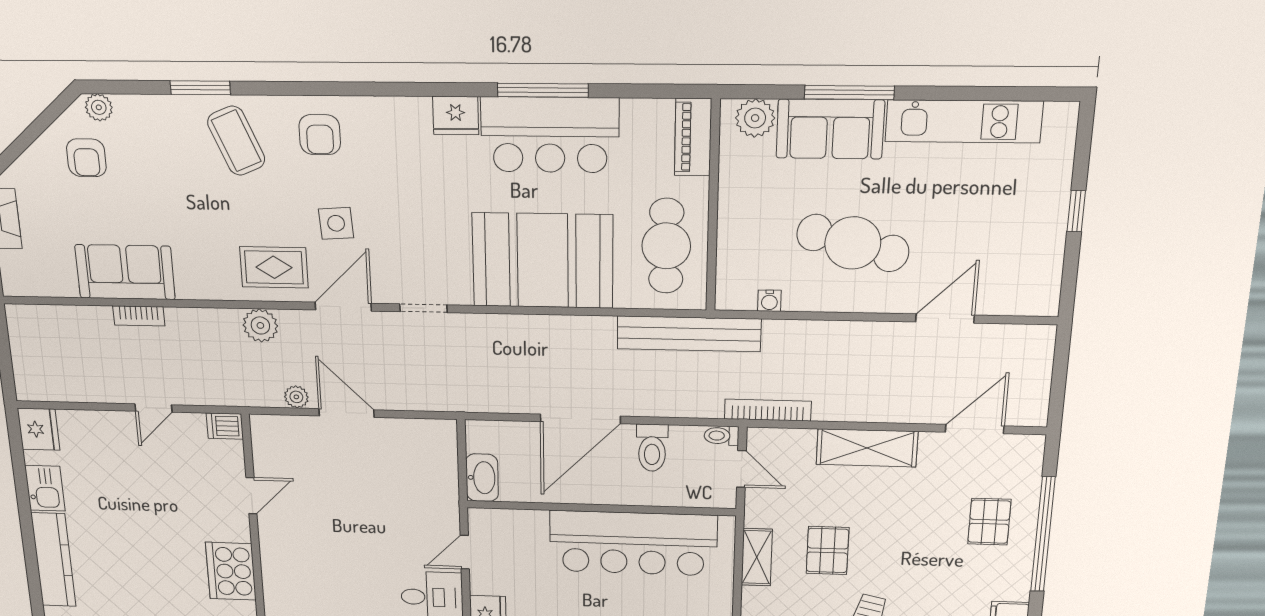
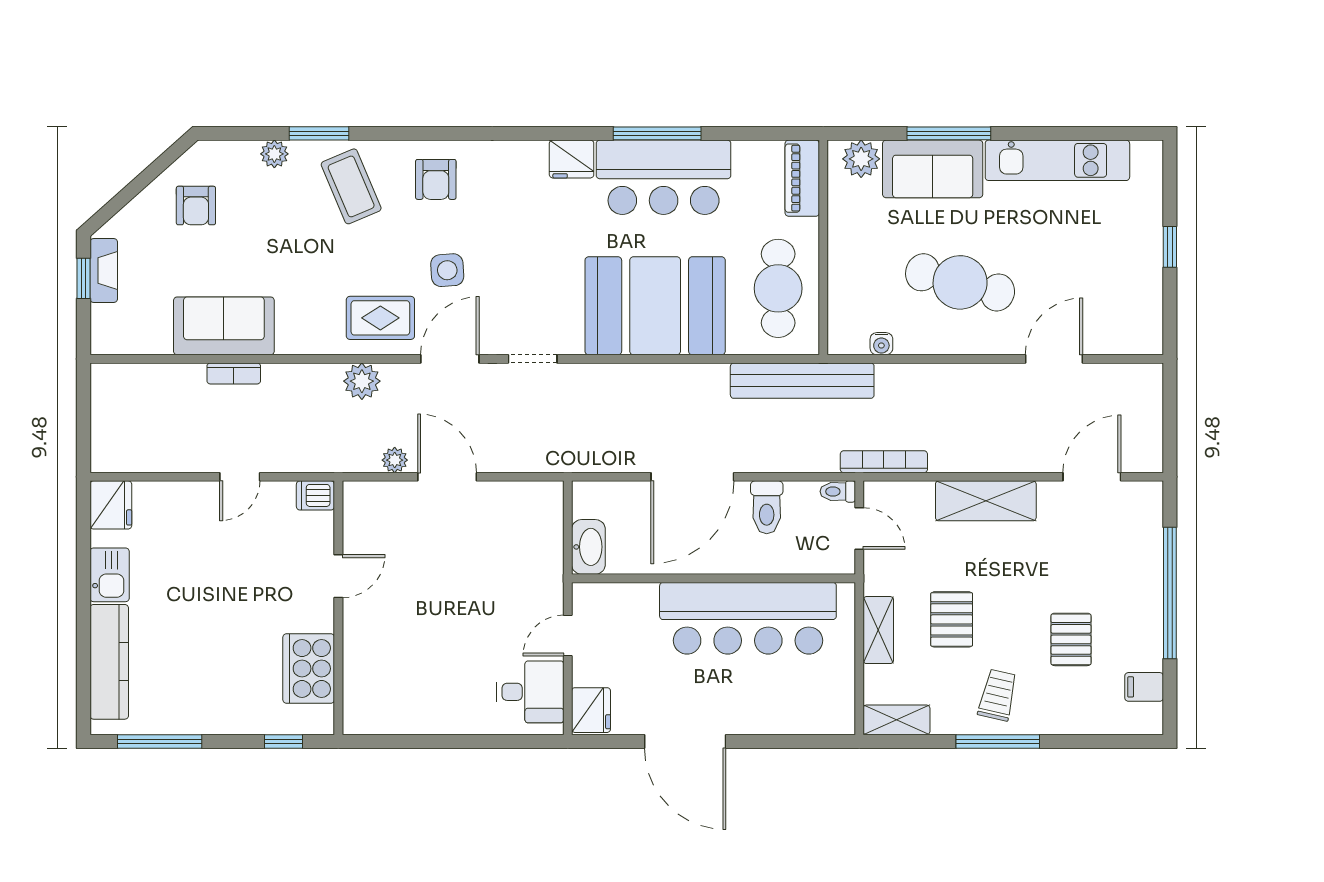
plant: (99, 107) -> (274, 154), moved
pallet: (989, 522) -> (1071, 639), moved

